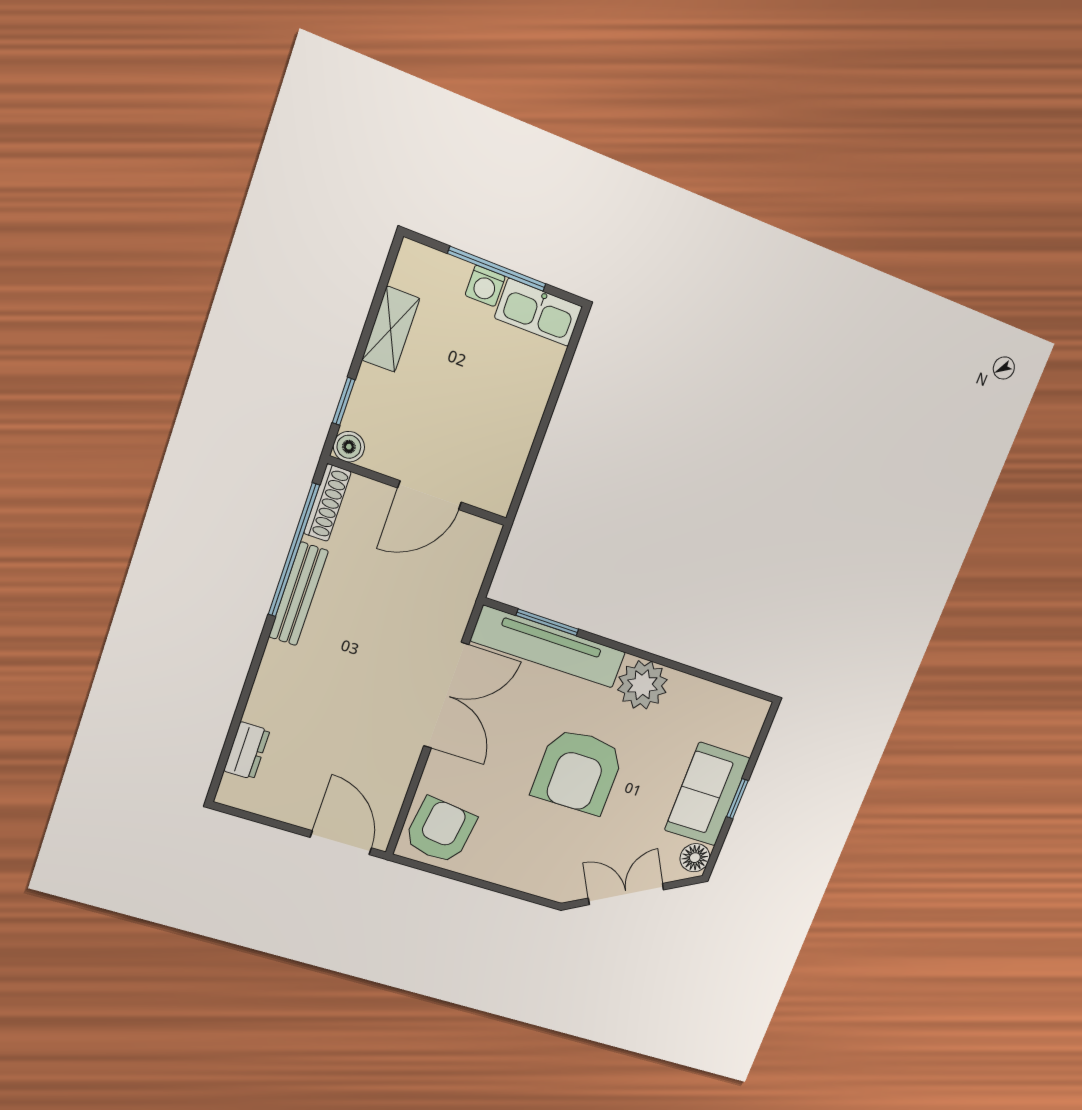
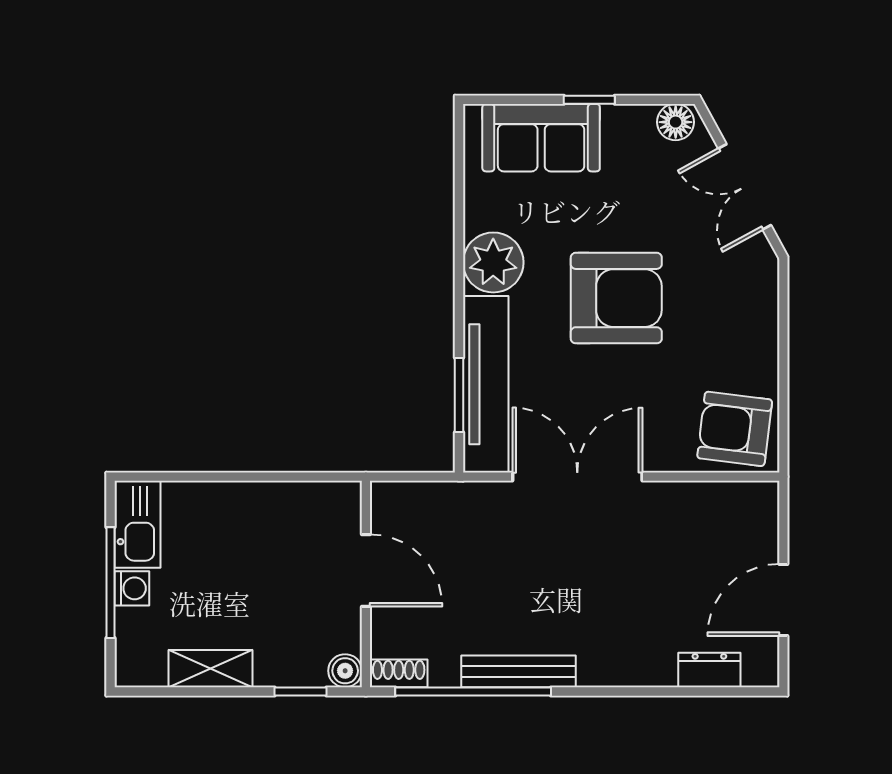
shoe rack: (327, 503) -> (399, 673), width x0.70
sofa: (707, 794) -> (541, 138), moved
door: (341, 843) -> (783, 600), moved

